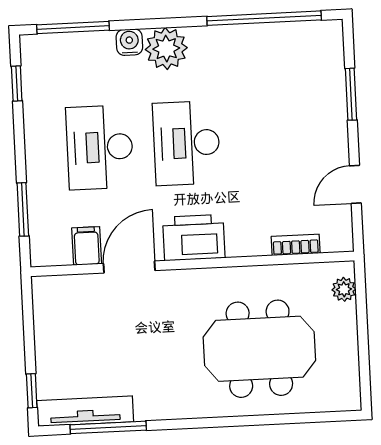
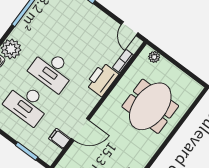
door: (355, 184) -> (130, 29), moved
printer: (194, 238) -> (102, 79), moved
door: (129, 267) -> (80, 129), swing flipped

